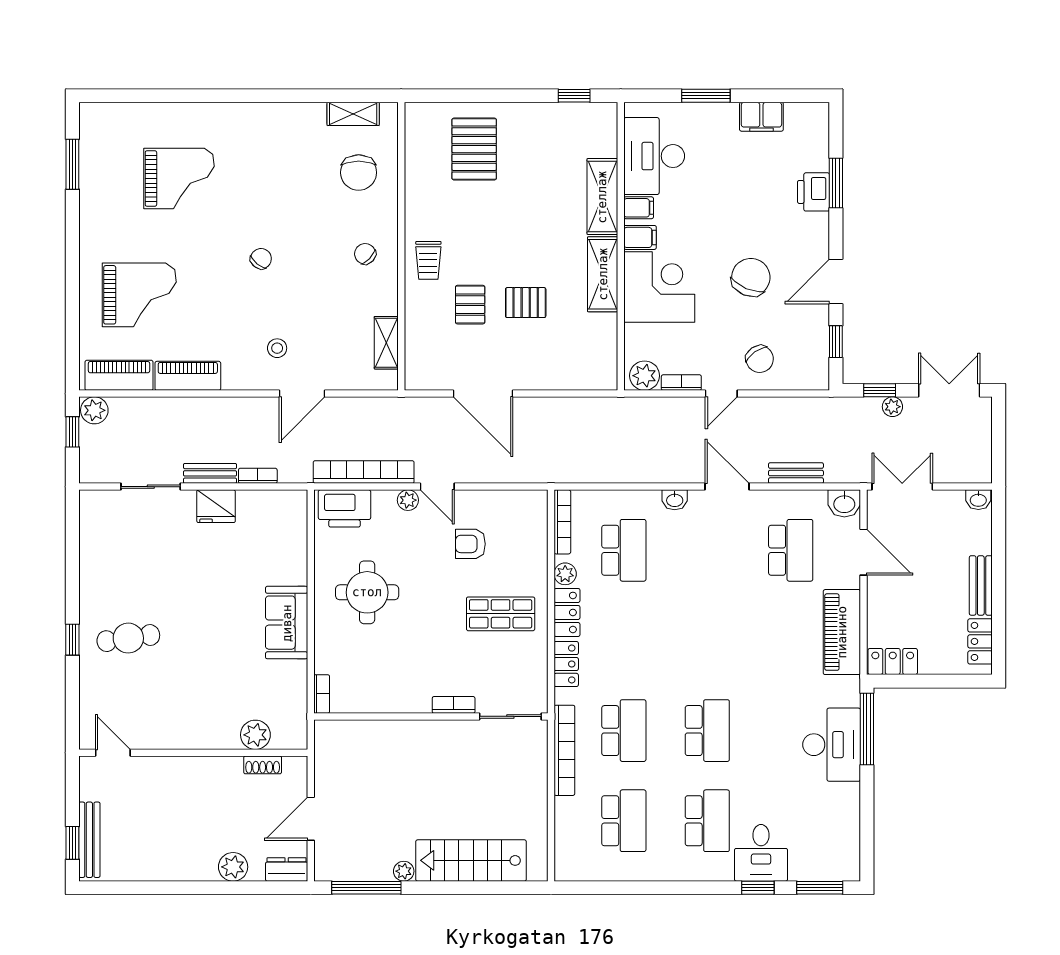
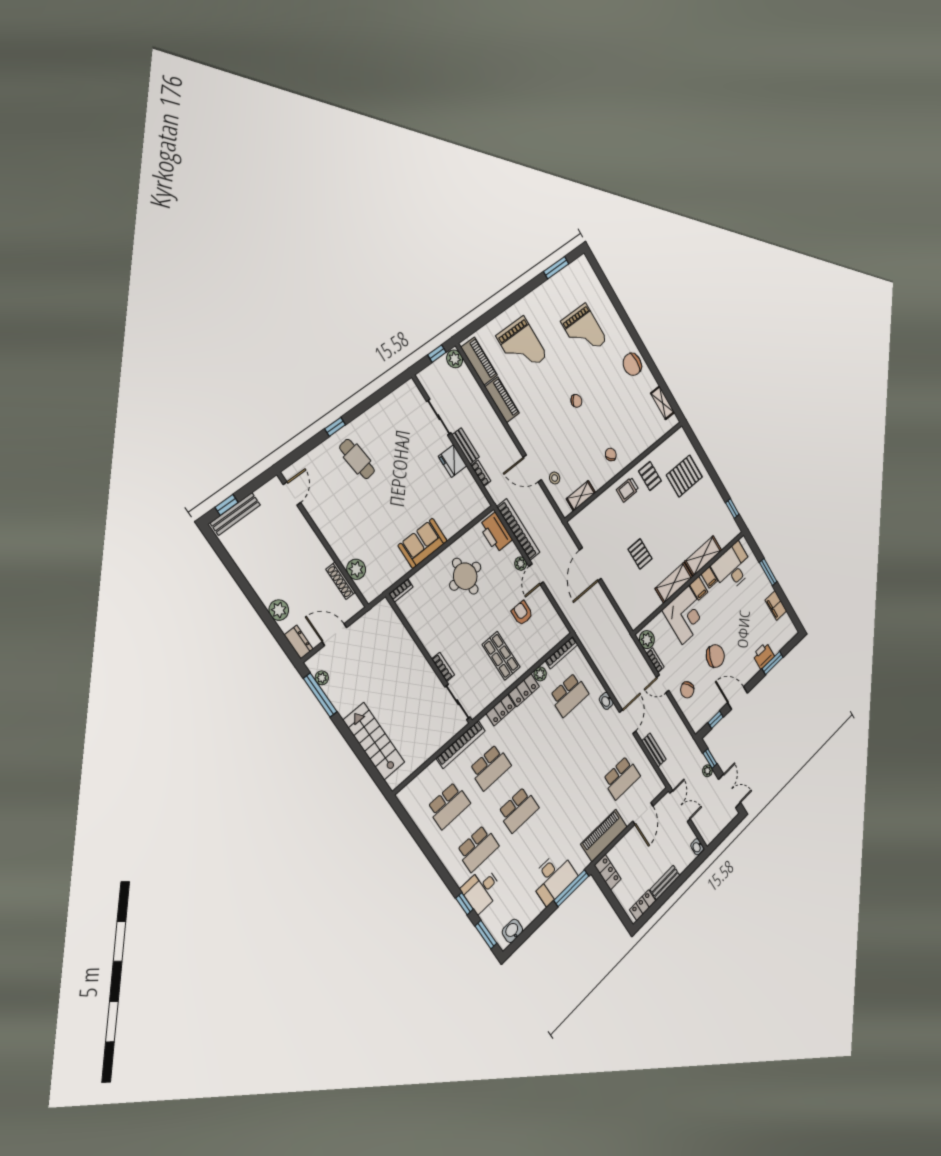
chair: (359, 173) -> (632, 364), moved
pallet: (470, 305) -> (650, 476), moved, turned 90
stool: (277, 348) -> (555, 478), moved
washbasin: (844, 503) -> (512, 931), moved, turned 90
shoe rack: (263, 765) -> (341, 581), width x1.43
plant: (404, 871) -> (322, 678), moved

